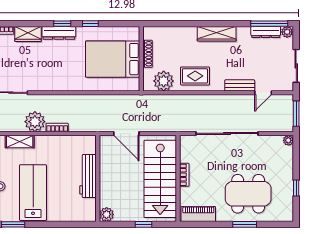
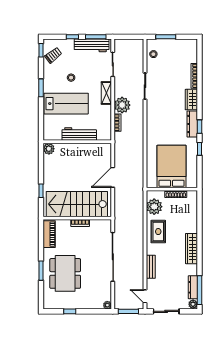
door: (263, 93) -> (145, 296), moved
workbench: (88, 176) -> (79, 134), moved
wall: (98, 178) -> (77, 142), moved
plant: (107, 214) -> (49, 149), moved

